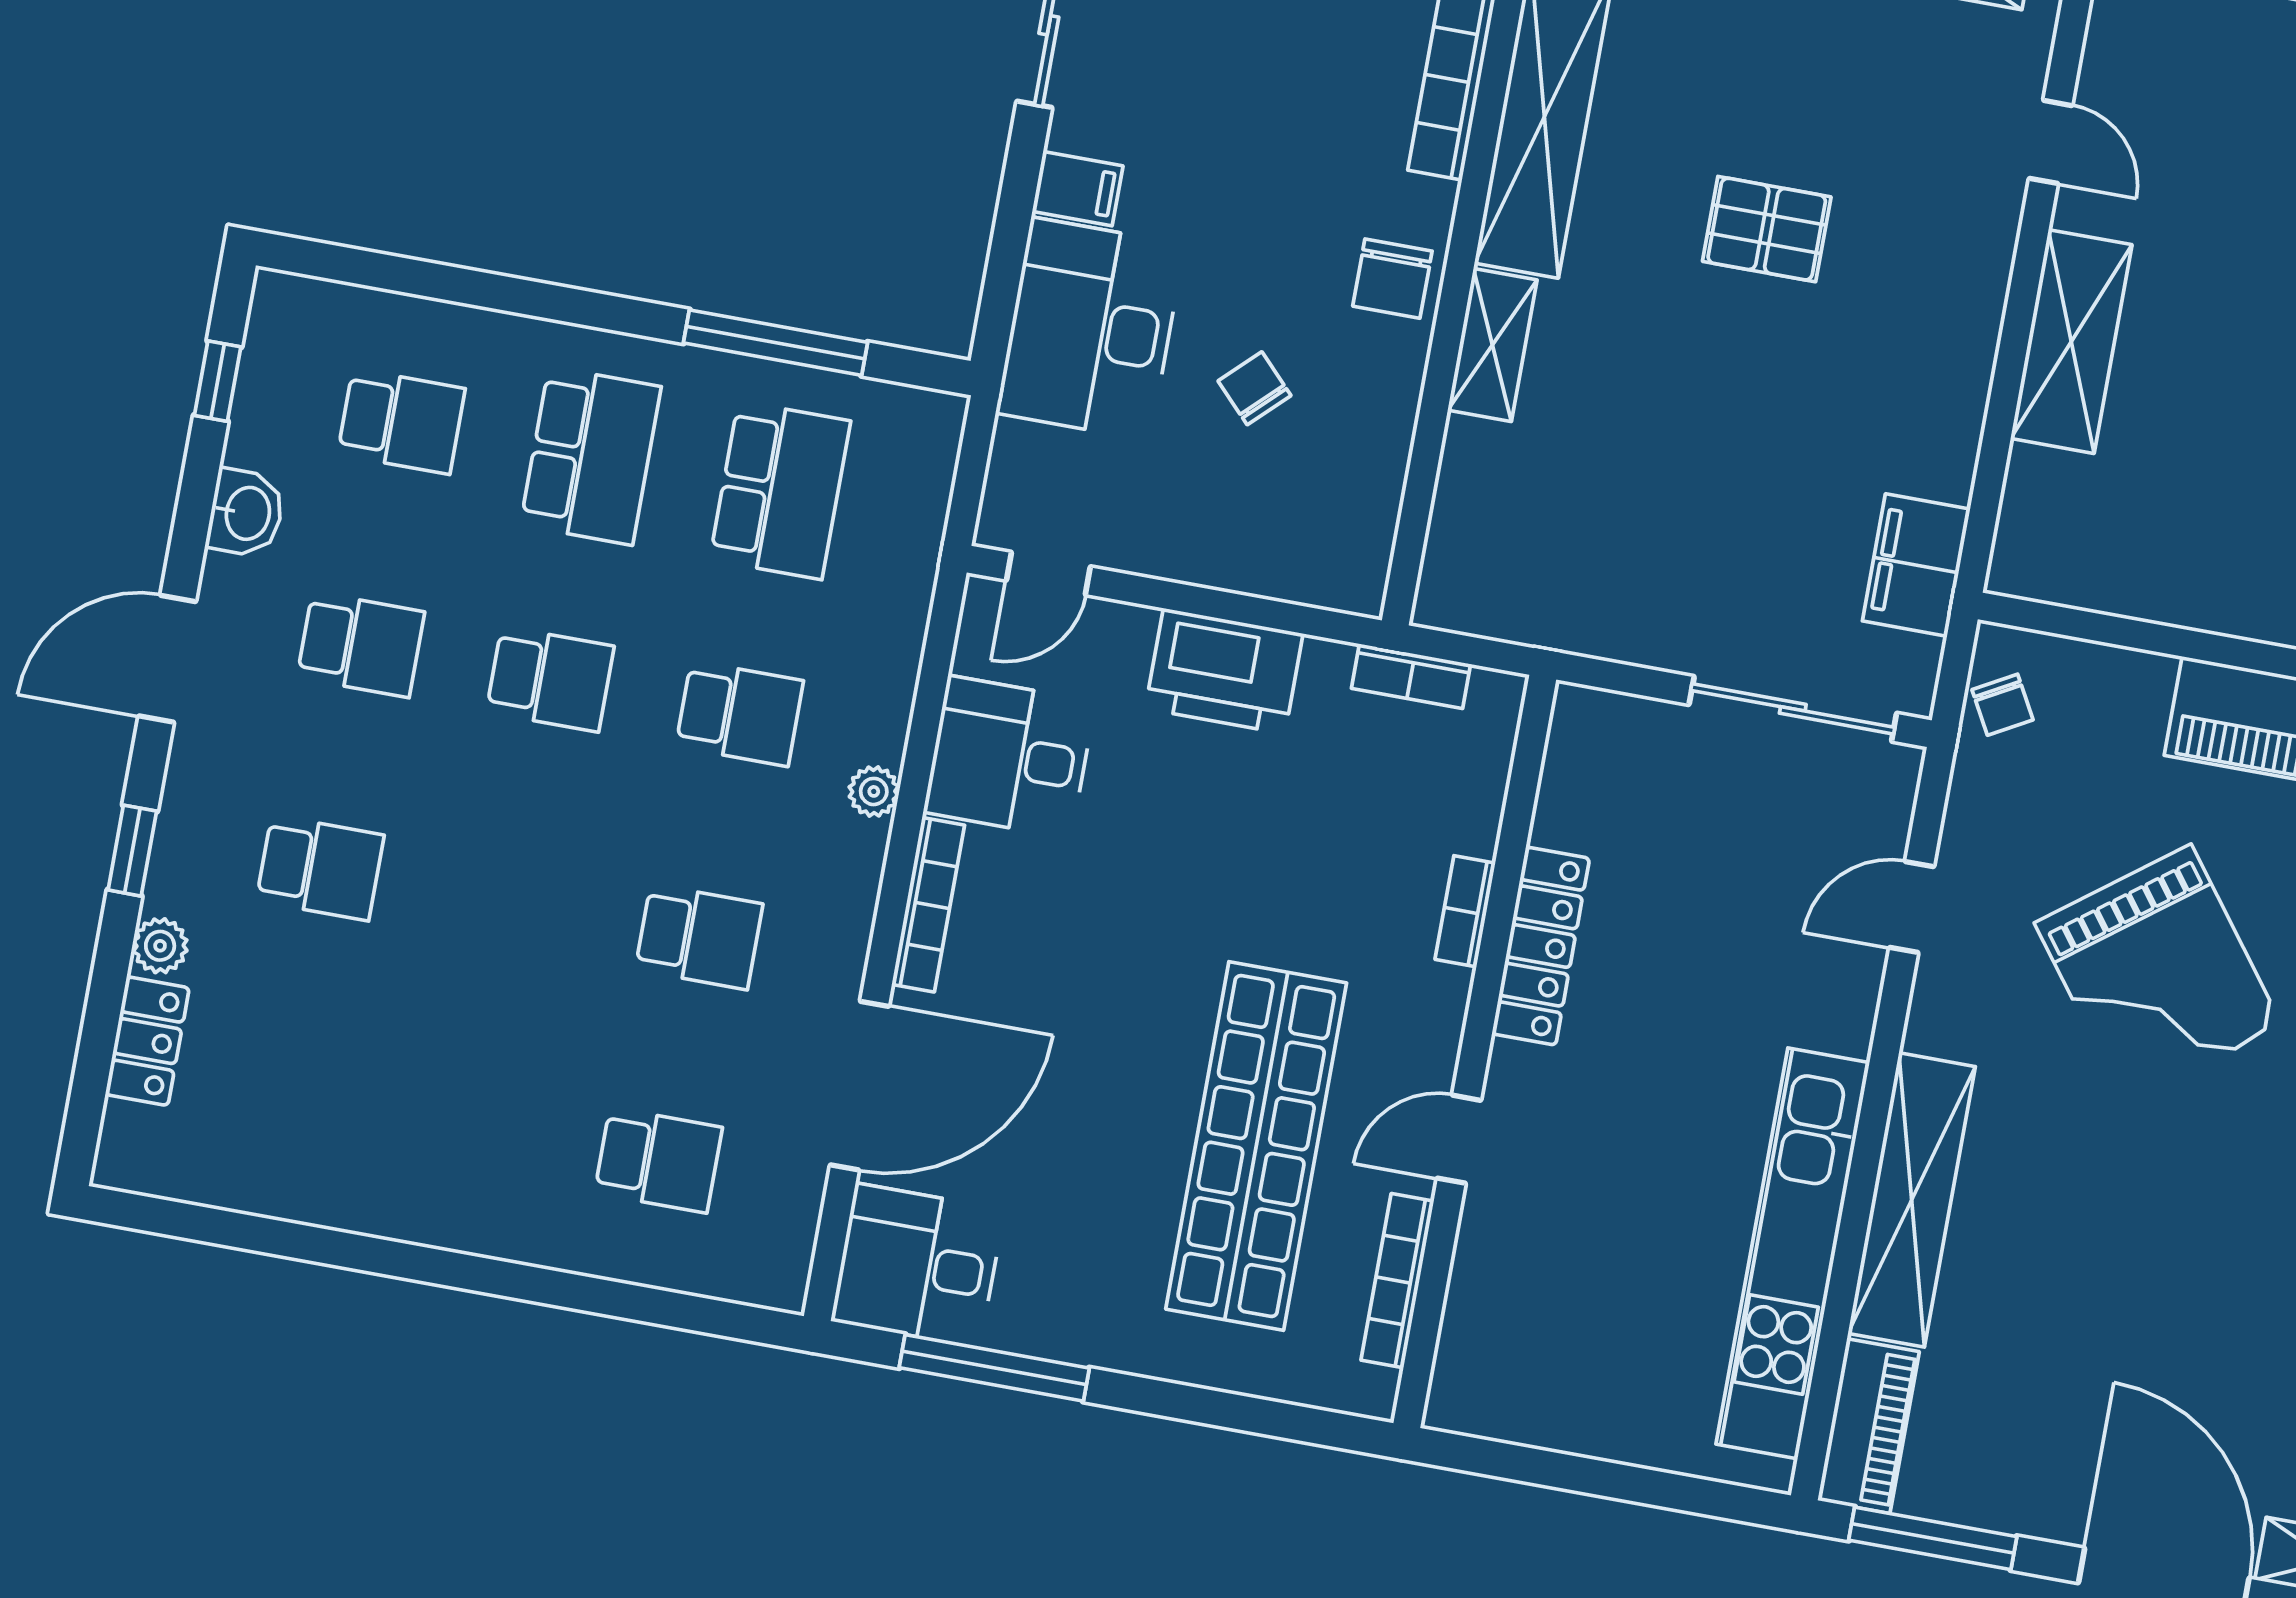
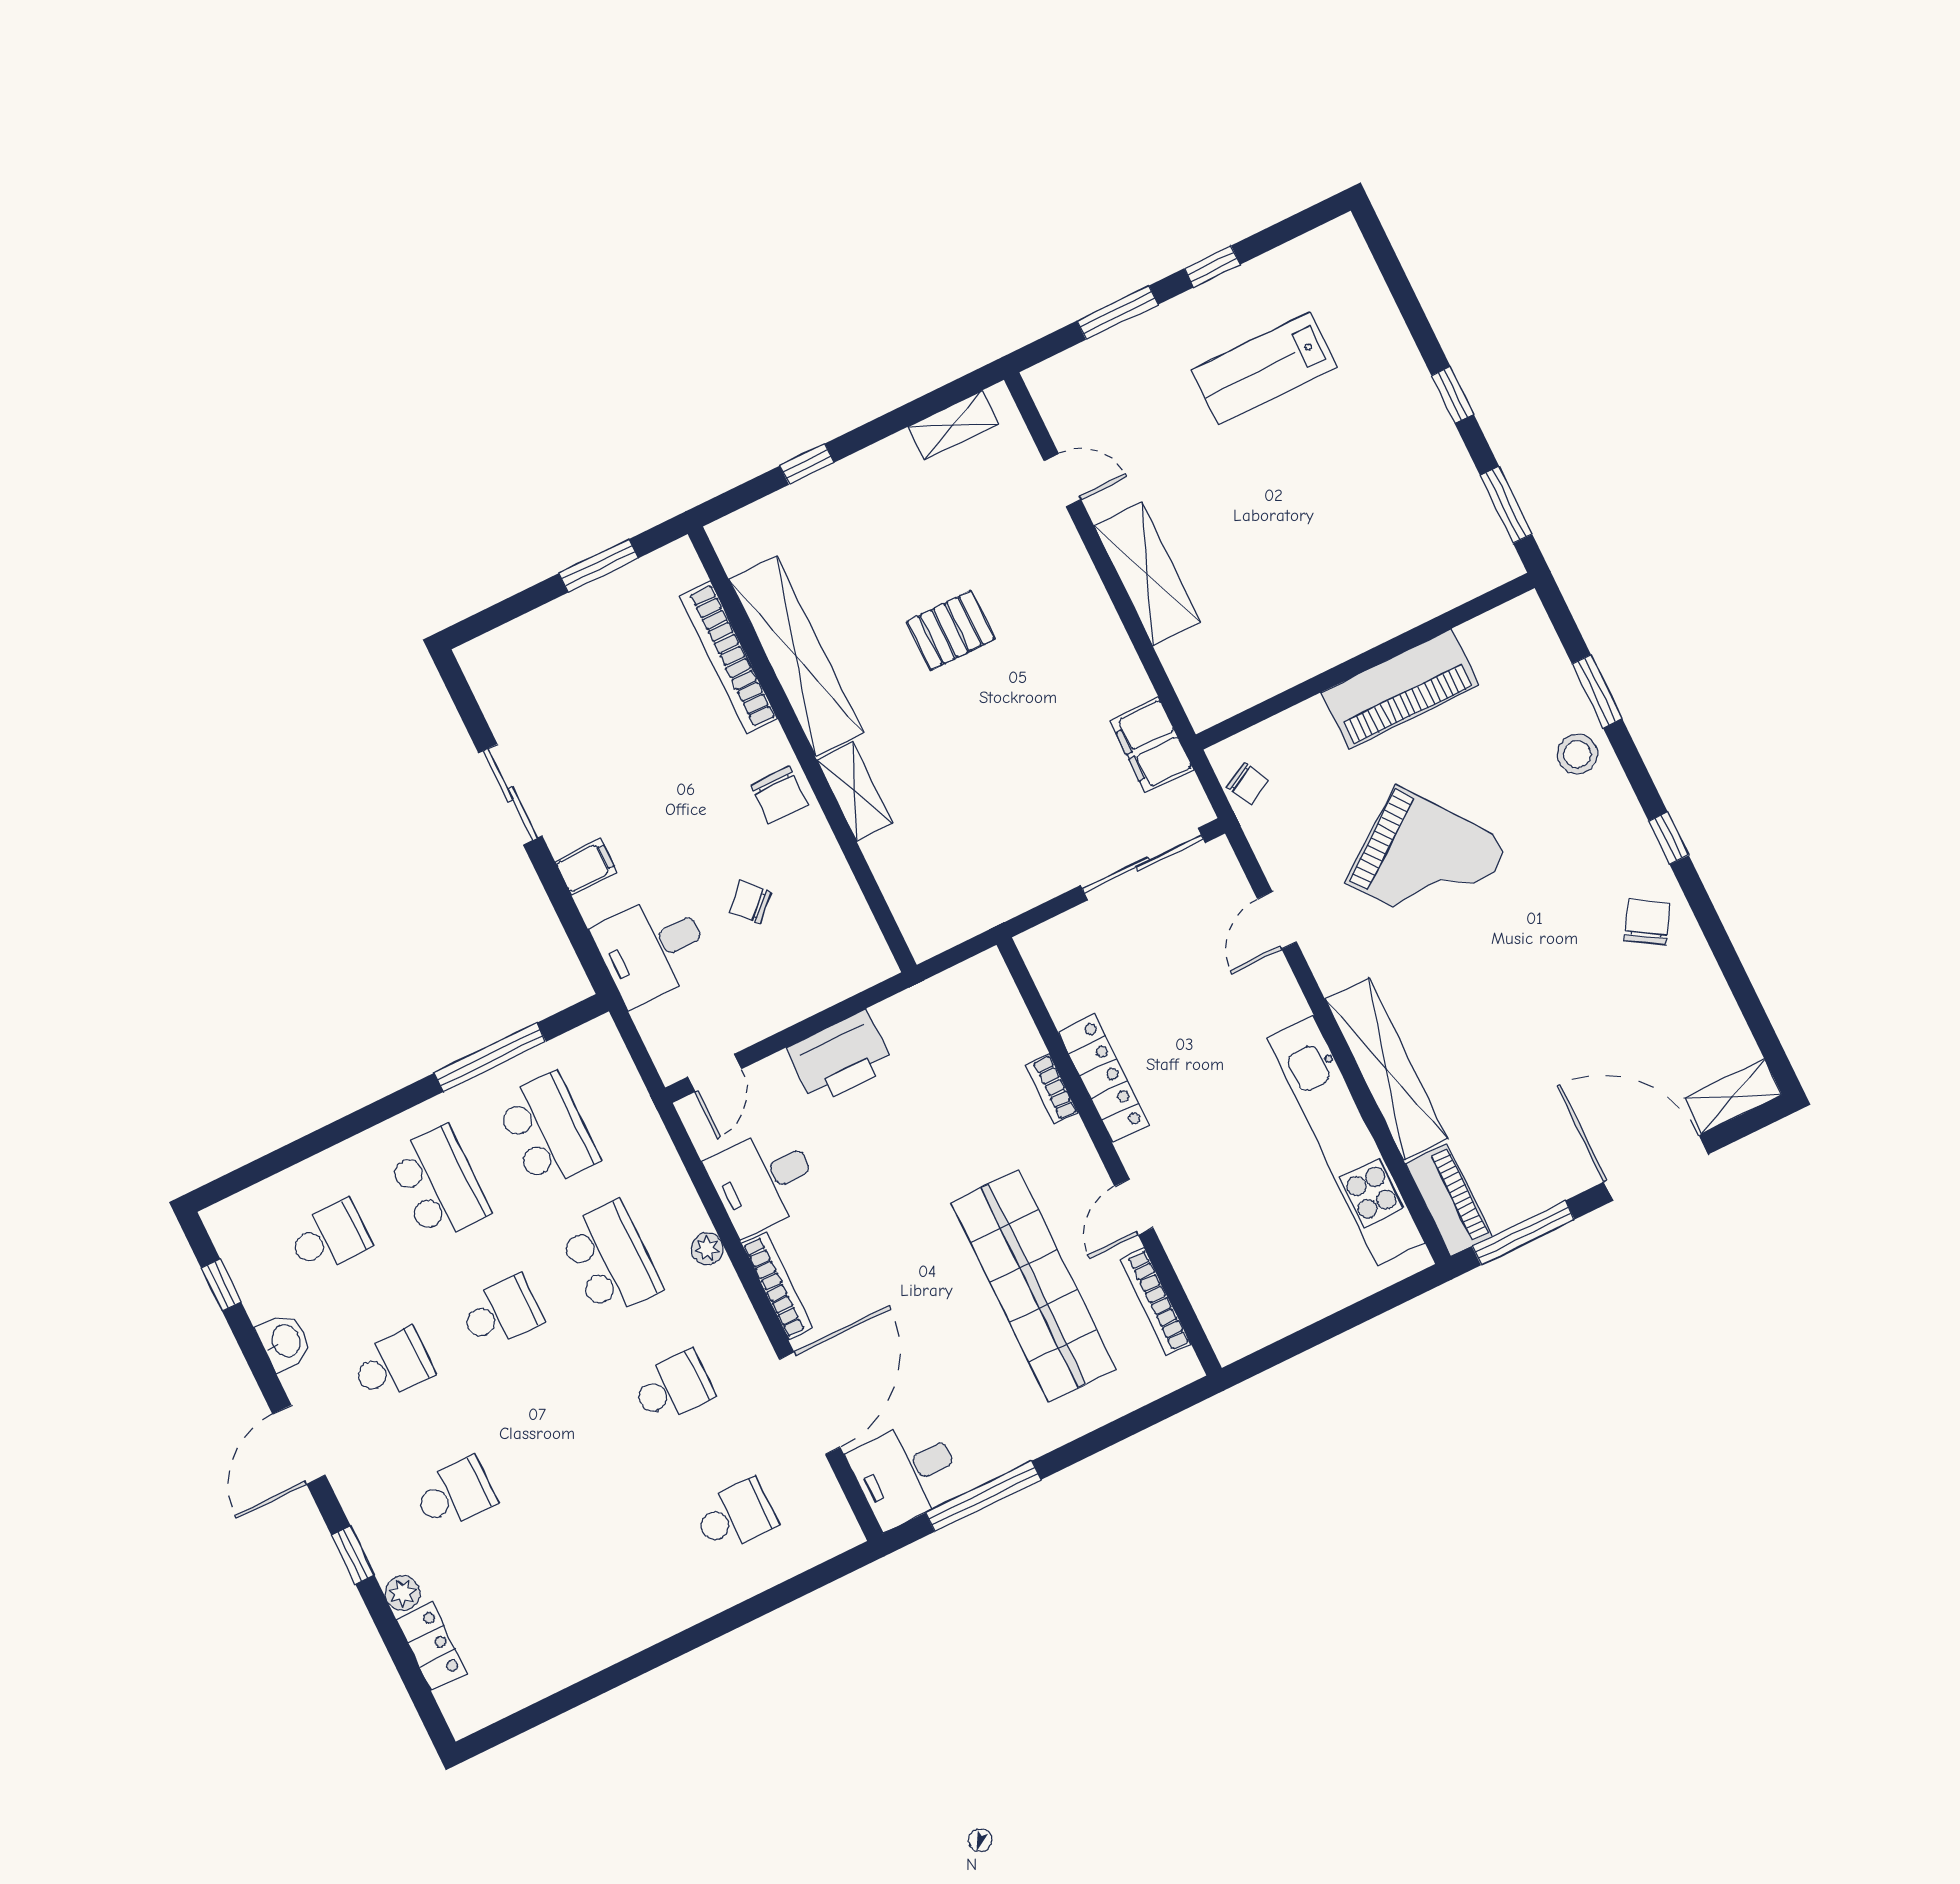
desk: (1090, 329) -> (652, 948), width x0.73
bookcase: (1411, 676) -> (937, 990), removed
school desk: (740, 713) -> (610, 1259), width x1.85

